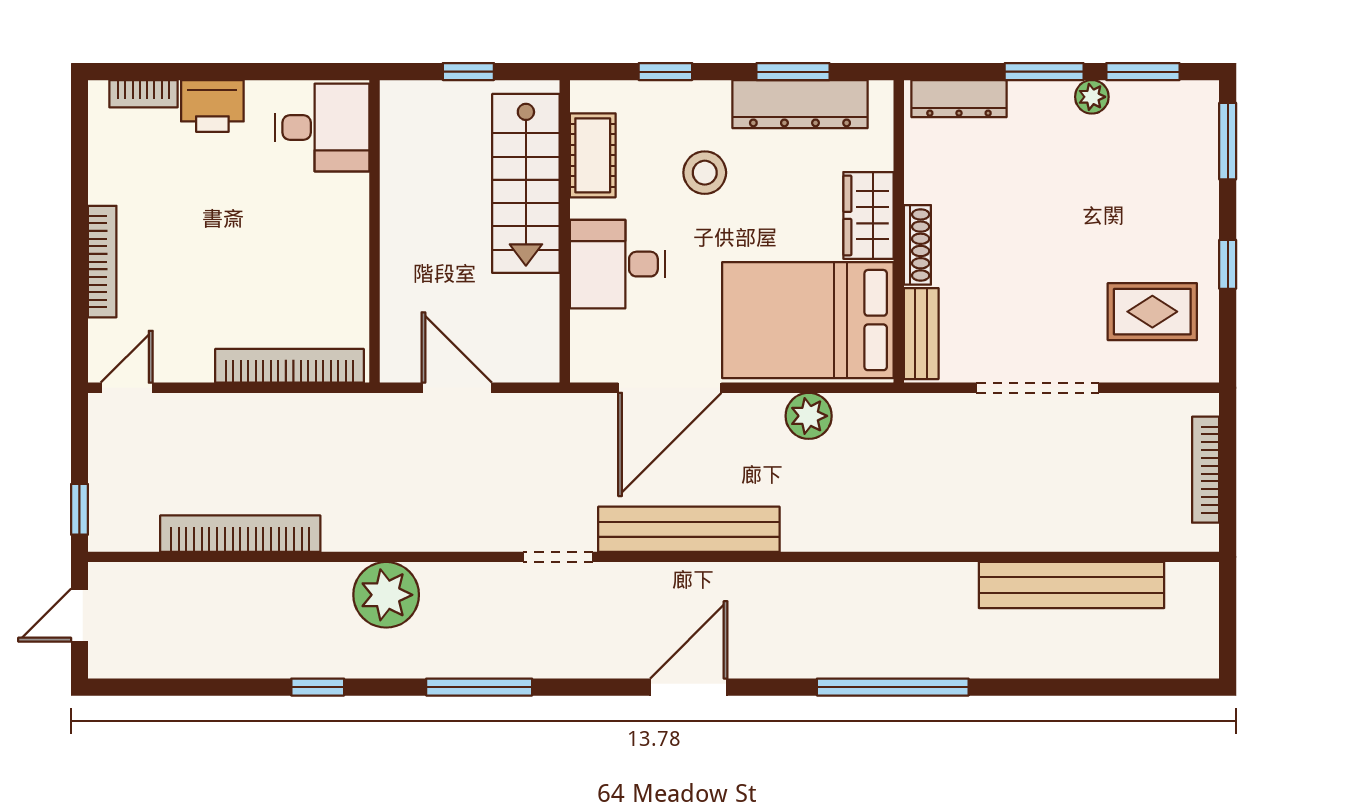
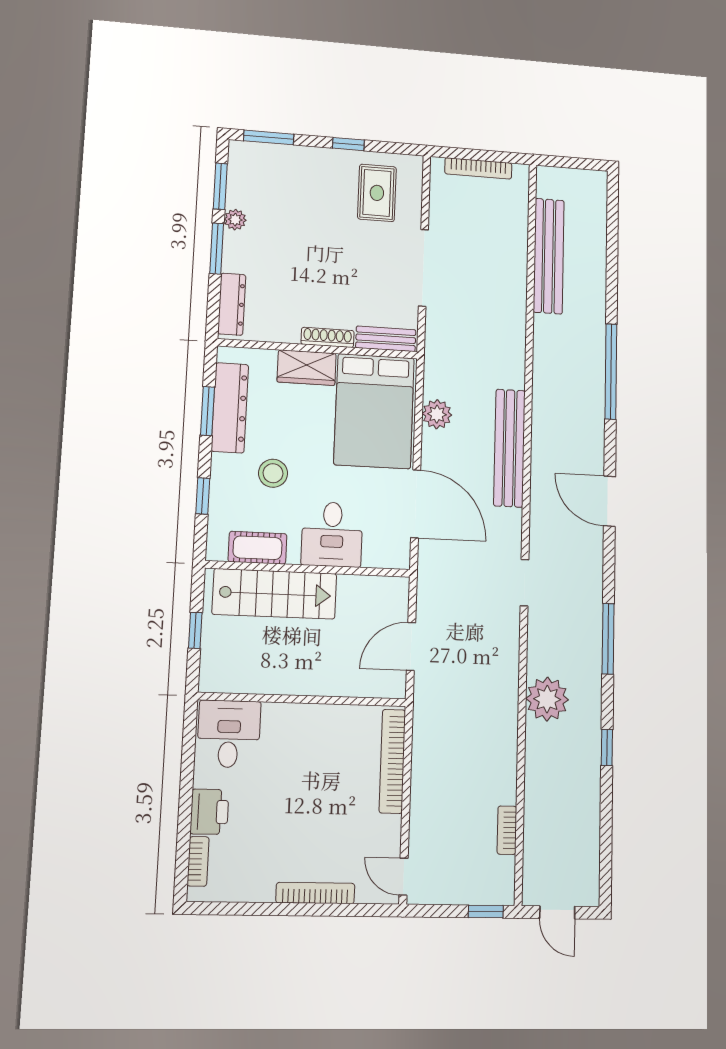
bench: (689, 529) -> (509, 448), moved
bookcase: (240, 534) -> (507, 830), width x0.43, depth x0.76

